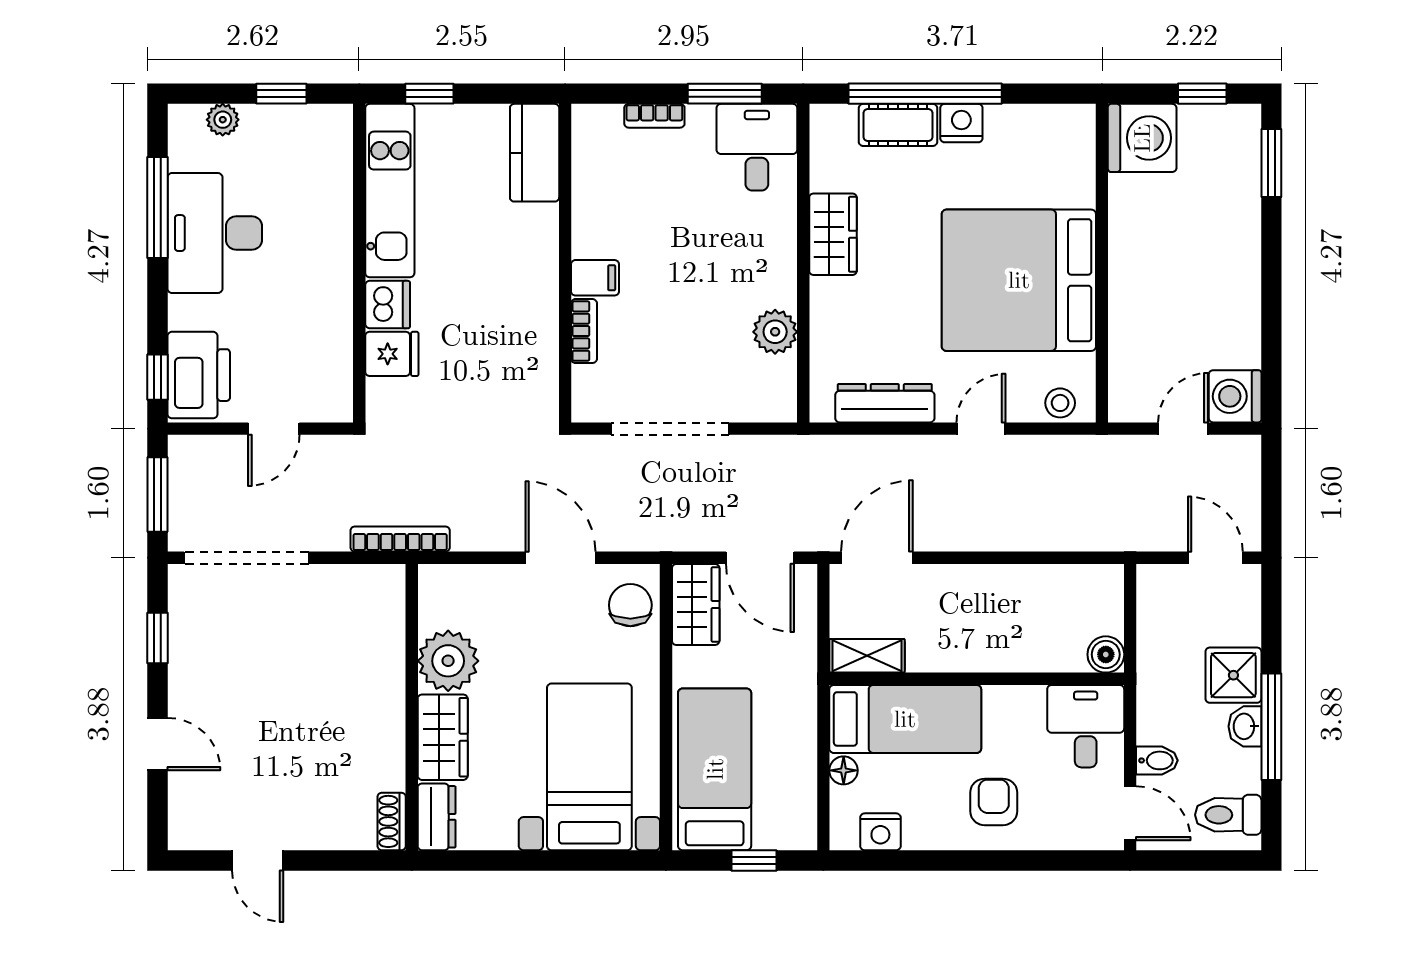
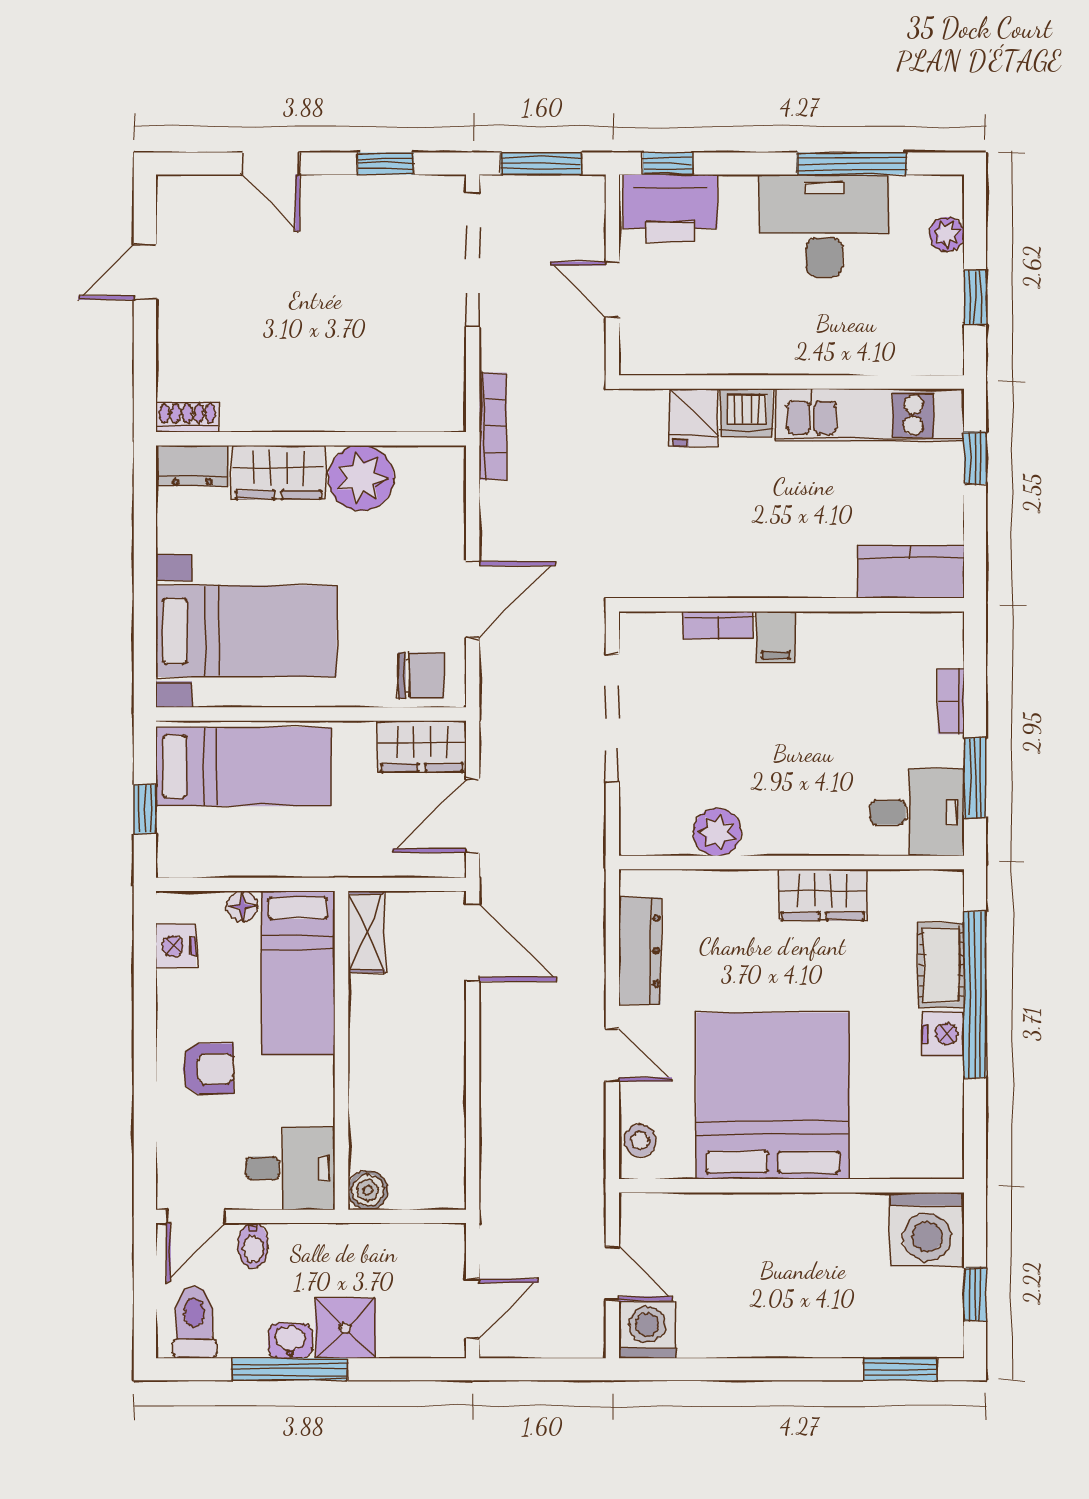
door: (157, 744) -> (271, 164), hinge flipped

